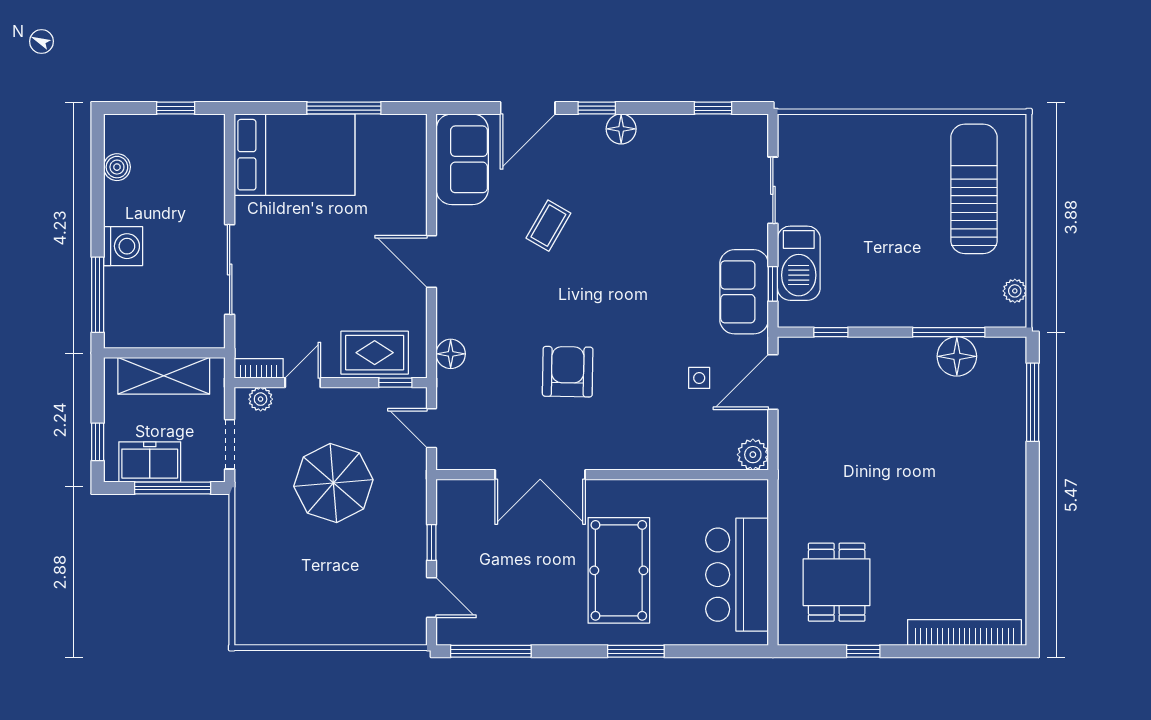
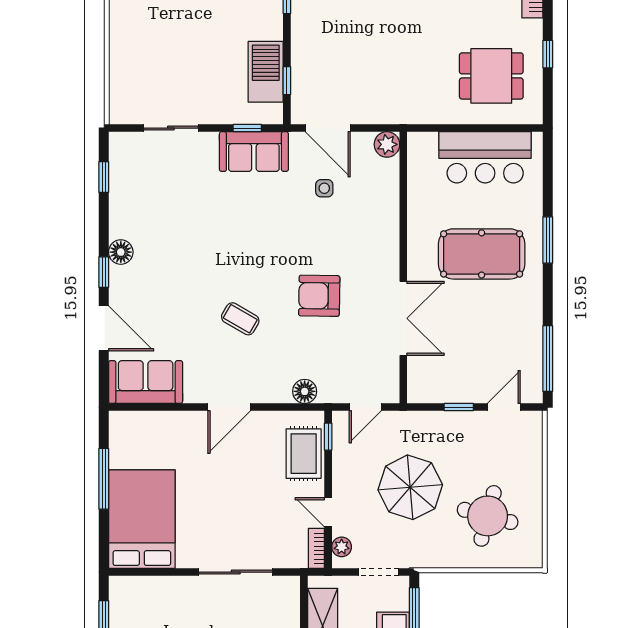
coffee table: (548, 226) -> (240, 319), moved
barbecue: (799, 263) -> (266, 72), moved, turned -90
round table: (298, 578) -> (488, 516), added

